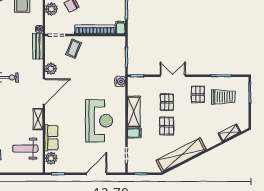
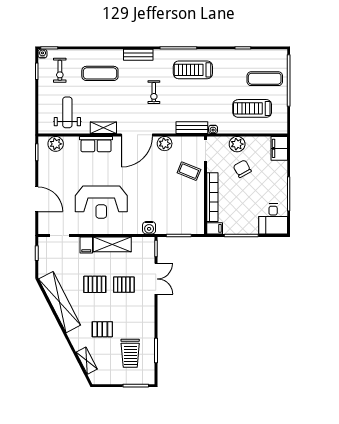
double door: (173, 76) -> (156, 279), moved
door: (44, 91) -> (137, 135), hinge flipped
pallet: (198, 94) -> (102, 329), moved
row of seats: (51, 138) -> (96, 144), moved

